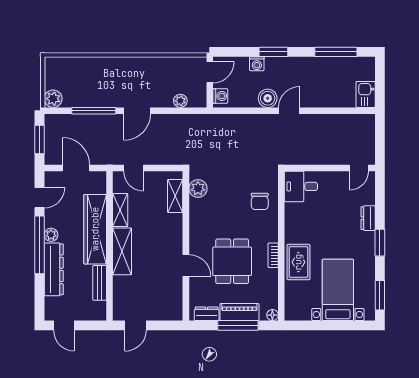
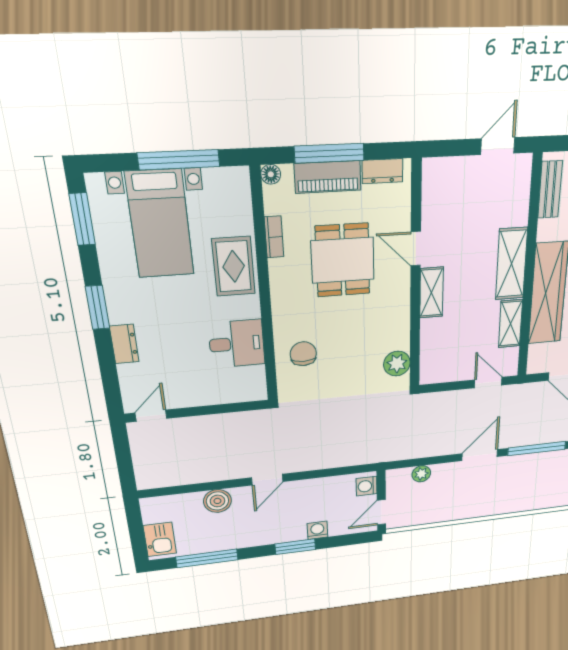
kitchen sink: (366, 94) -> (160, 539), moved
boiler: (268, 98) -> (217, 501), moved
desk: (301, 186) -> (237, 344), moved
shelving: (175, 196) -> (431, 293), moved
bookcase: (273, 255) -> (274, 237), moved
bench: (100, 283) -> (550, 190), moved
window: (323, 325) -> (179, 160), added

